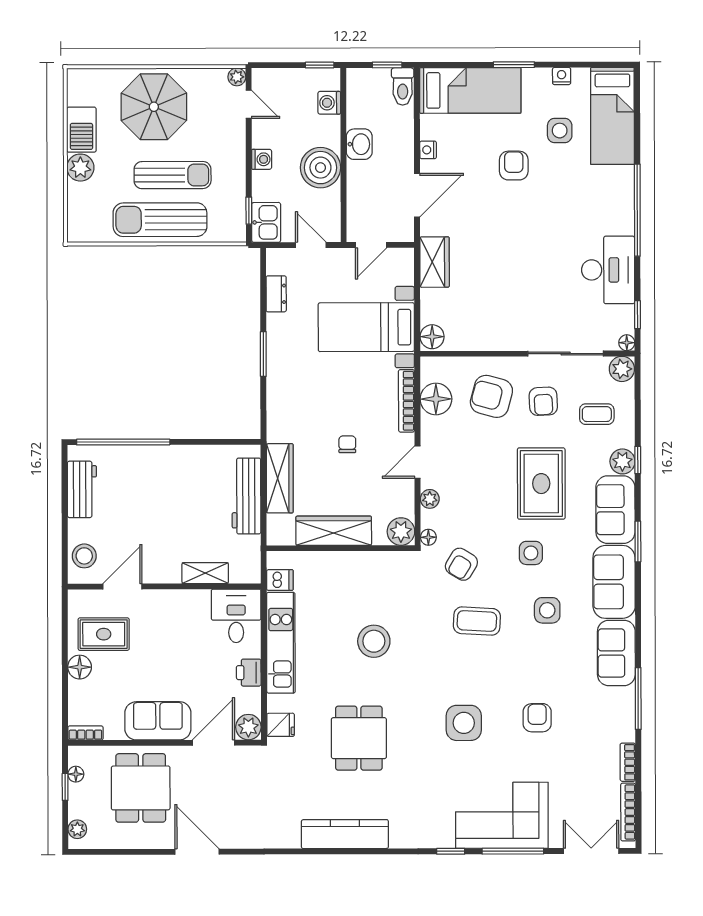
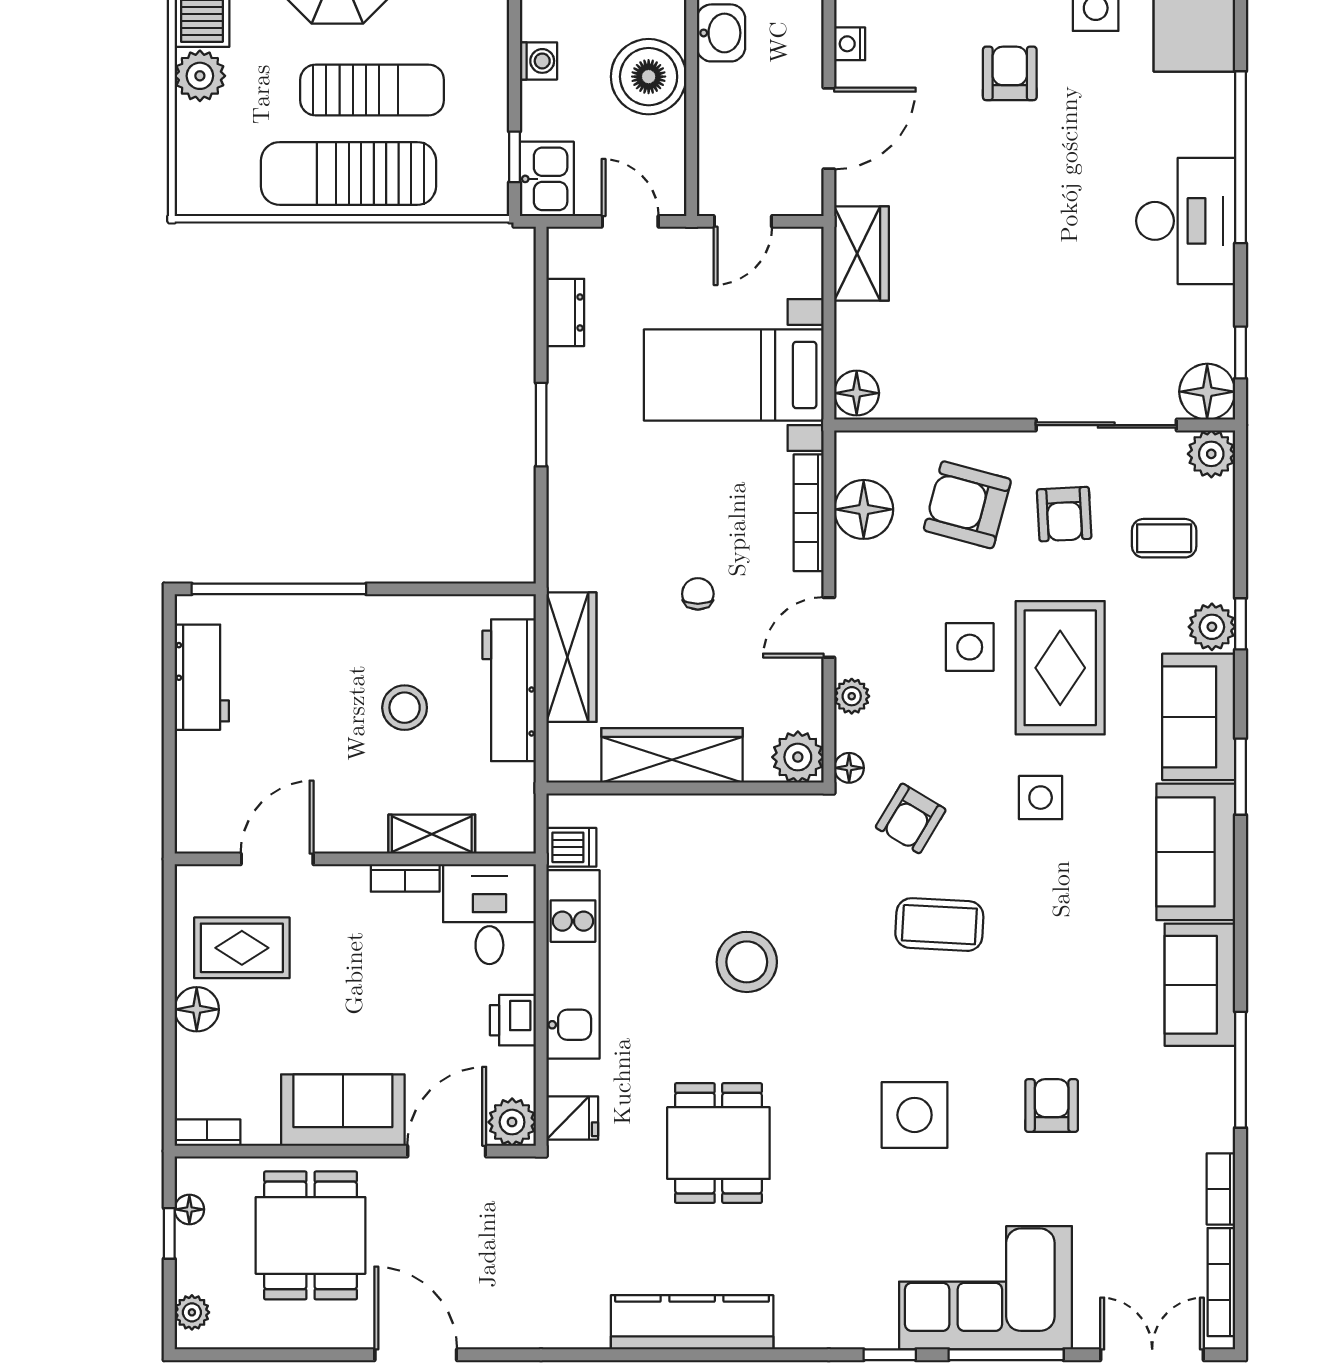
desk: (608, 270) -> (1186, 221), moved
floor lamp: (627, 343) -> (1207, 392), width x1.89, depth x1.89
stool: (84, 556) -> (405, 708), moved
bookcase: (191, 597) -> (405, 878), added
side table: (547, 610) -> (970, 647), moved

